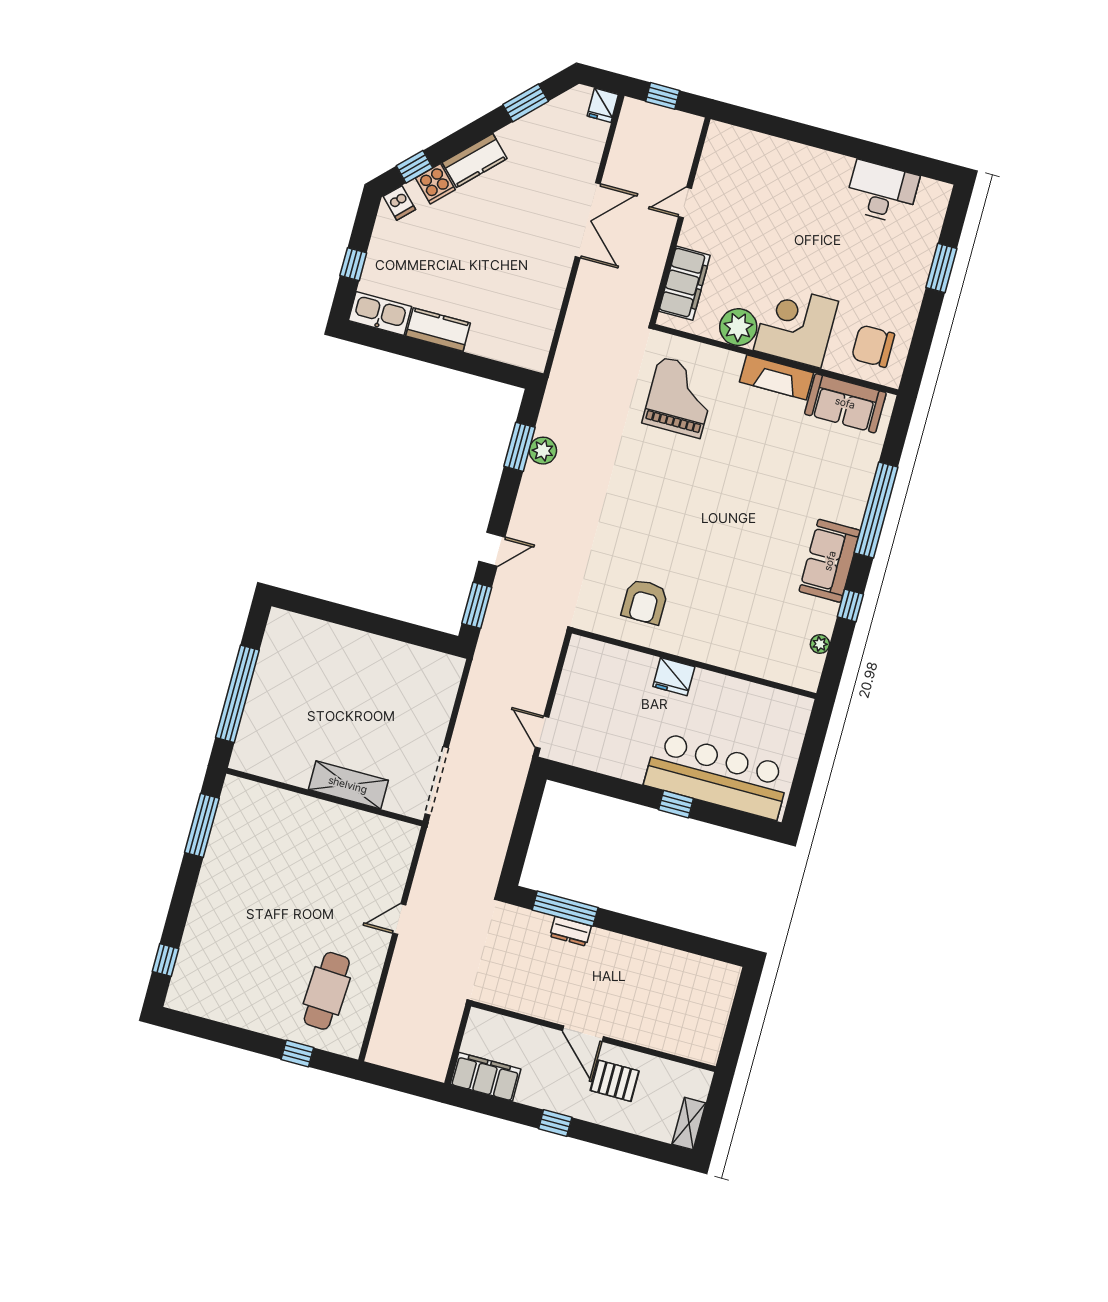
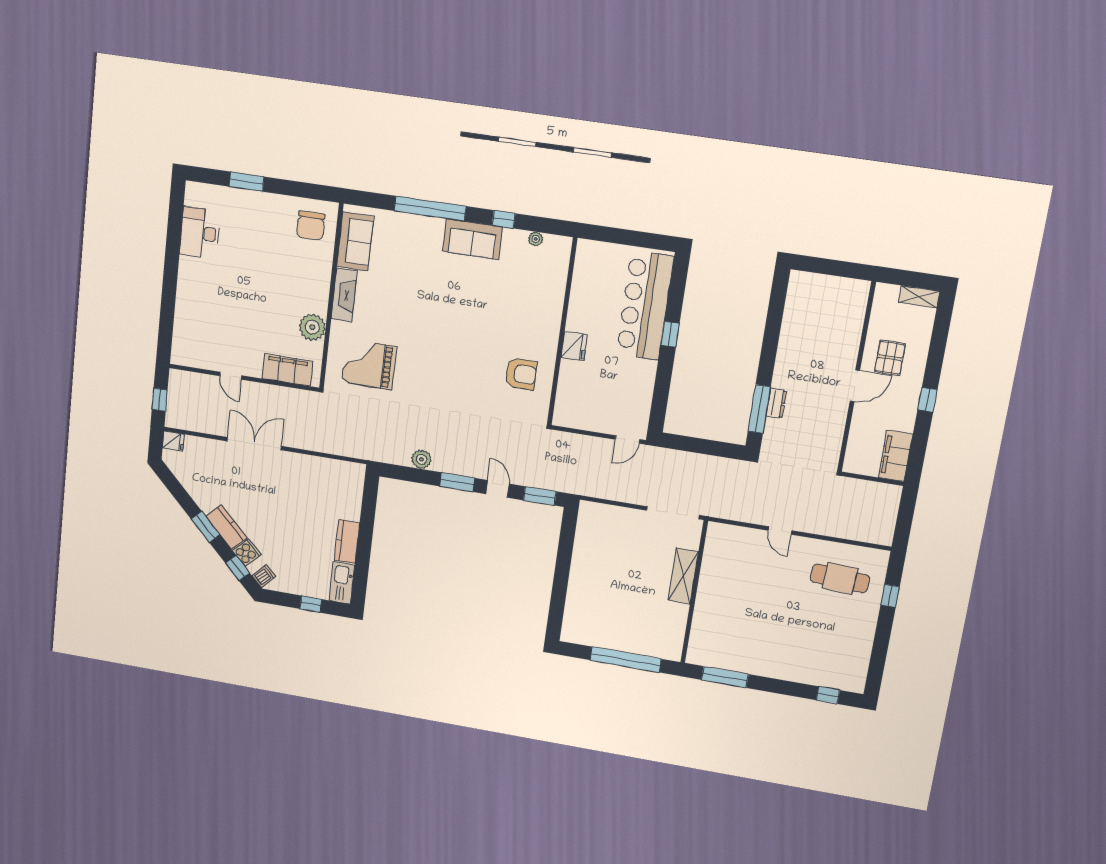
window: (526, 103) -> (205, 527), moved
corner desk: (796, 326) -> (305, 285), removed
window: (520, 447) -> (457, 482), moved

